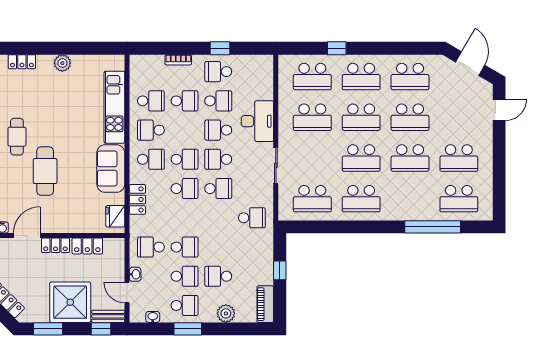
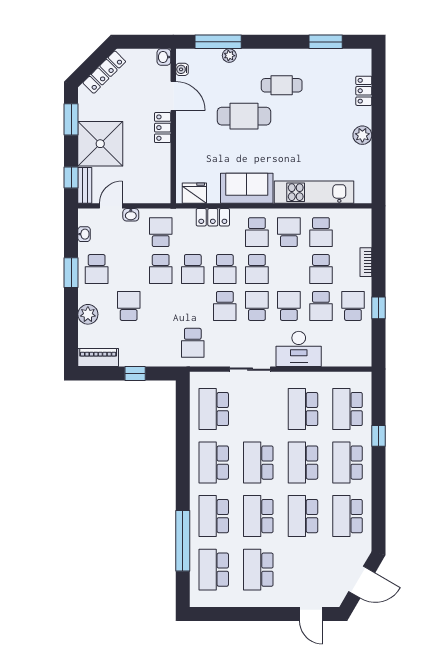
school desk: (410, 199) -> (214, 516), added
locker: (87, 246) -> (162, 162), removed
school desk: (185, 276) -> (193, 269), moved

